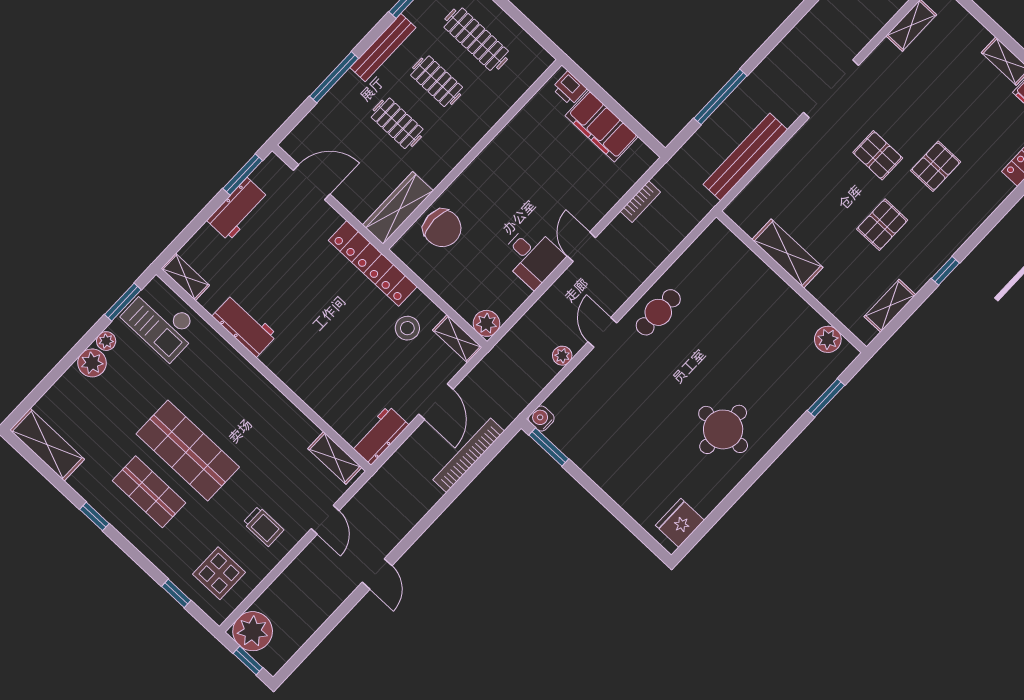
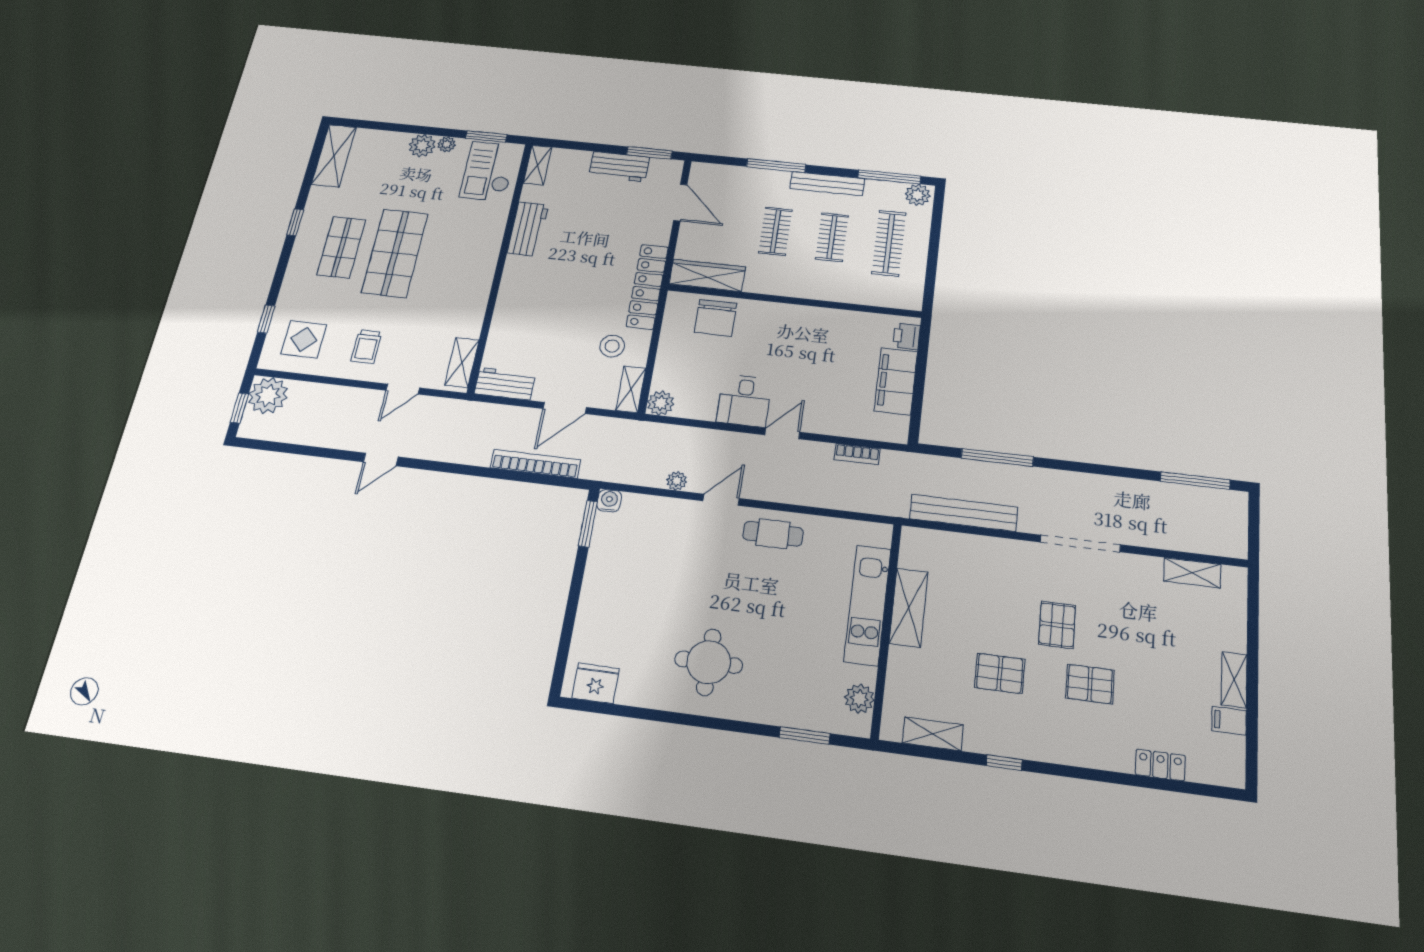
kitchen unit: (764, 282) -> (867, 605), added

